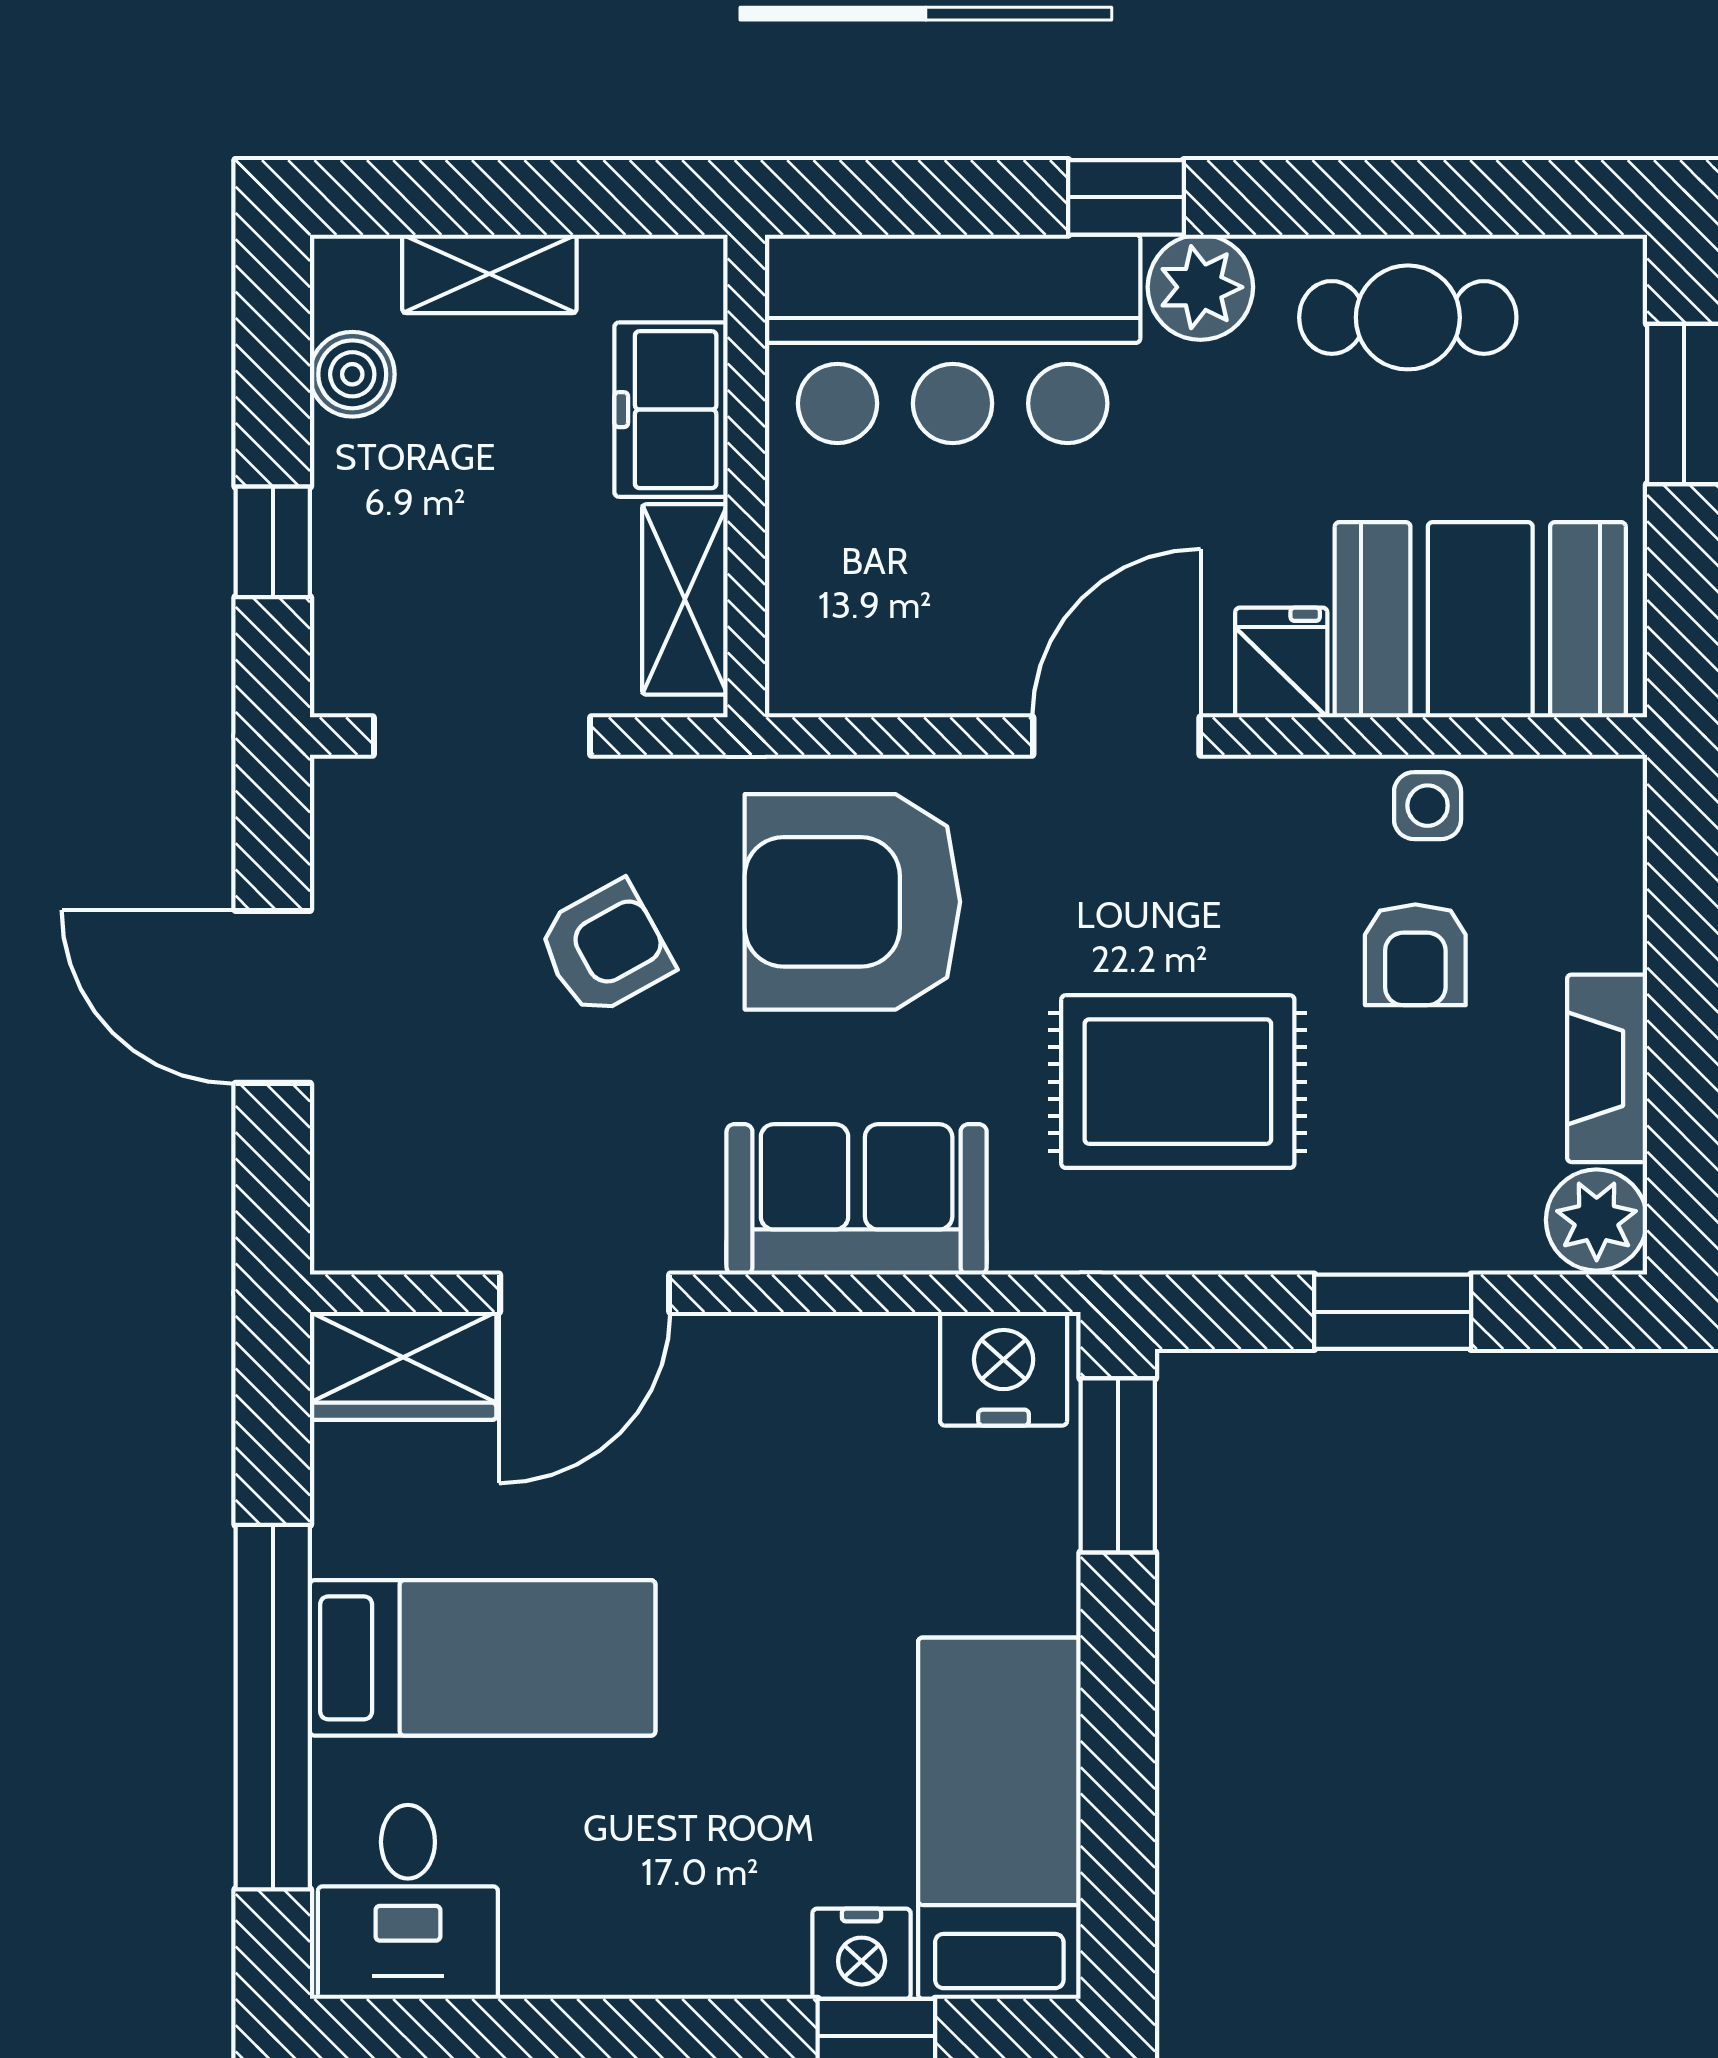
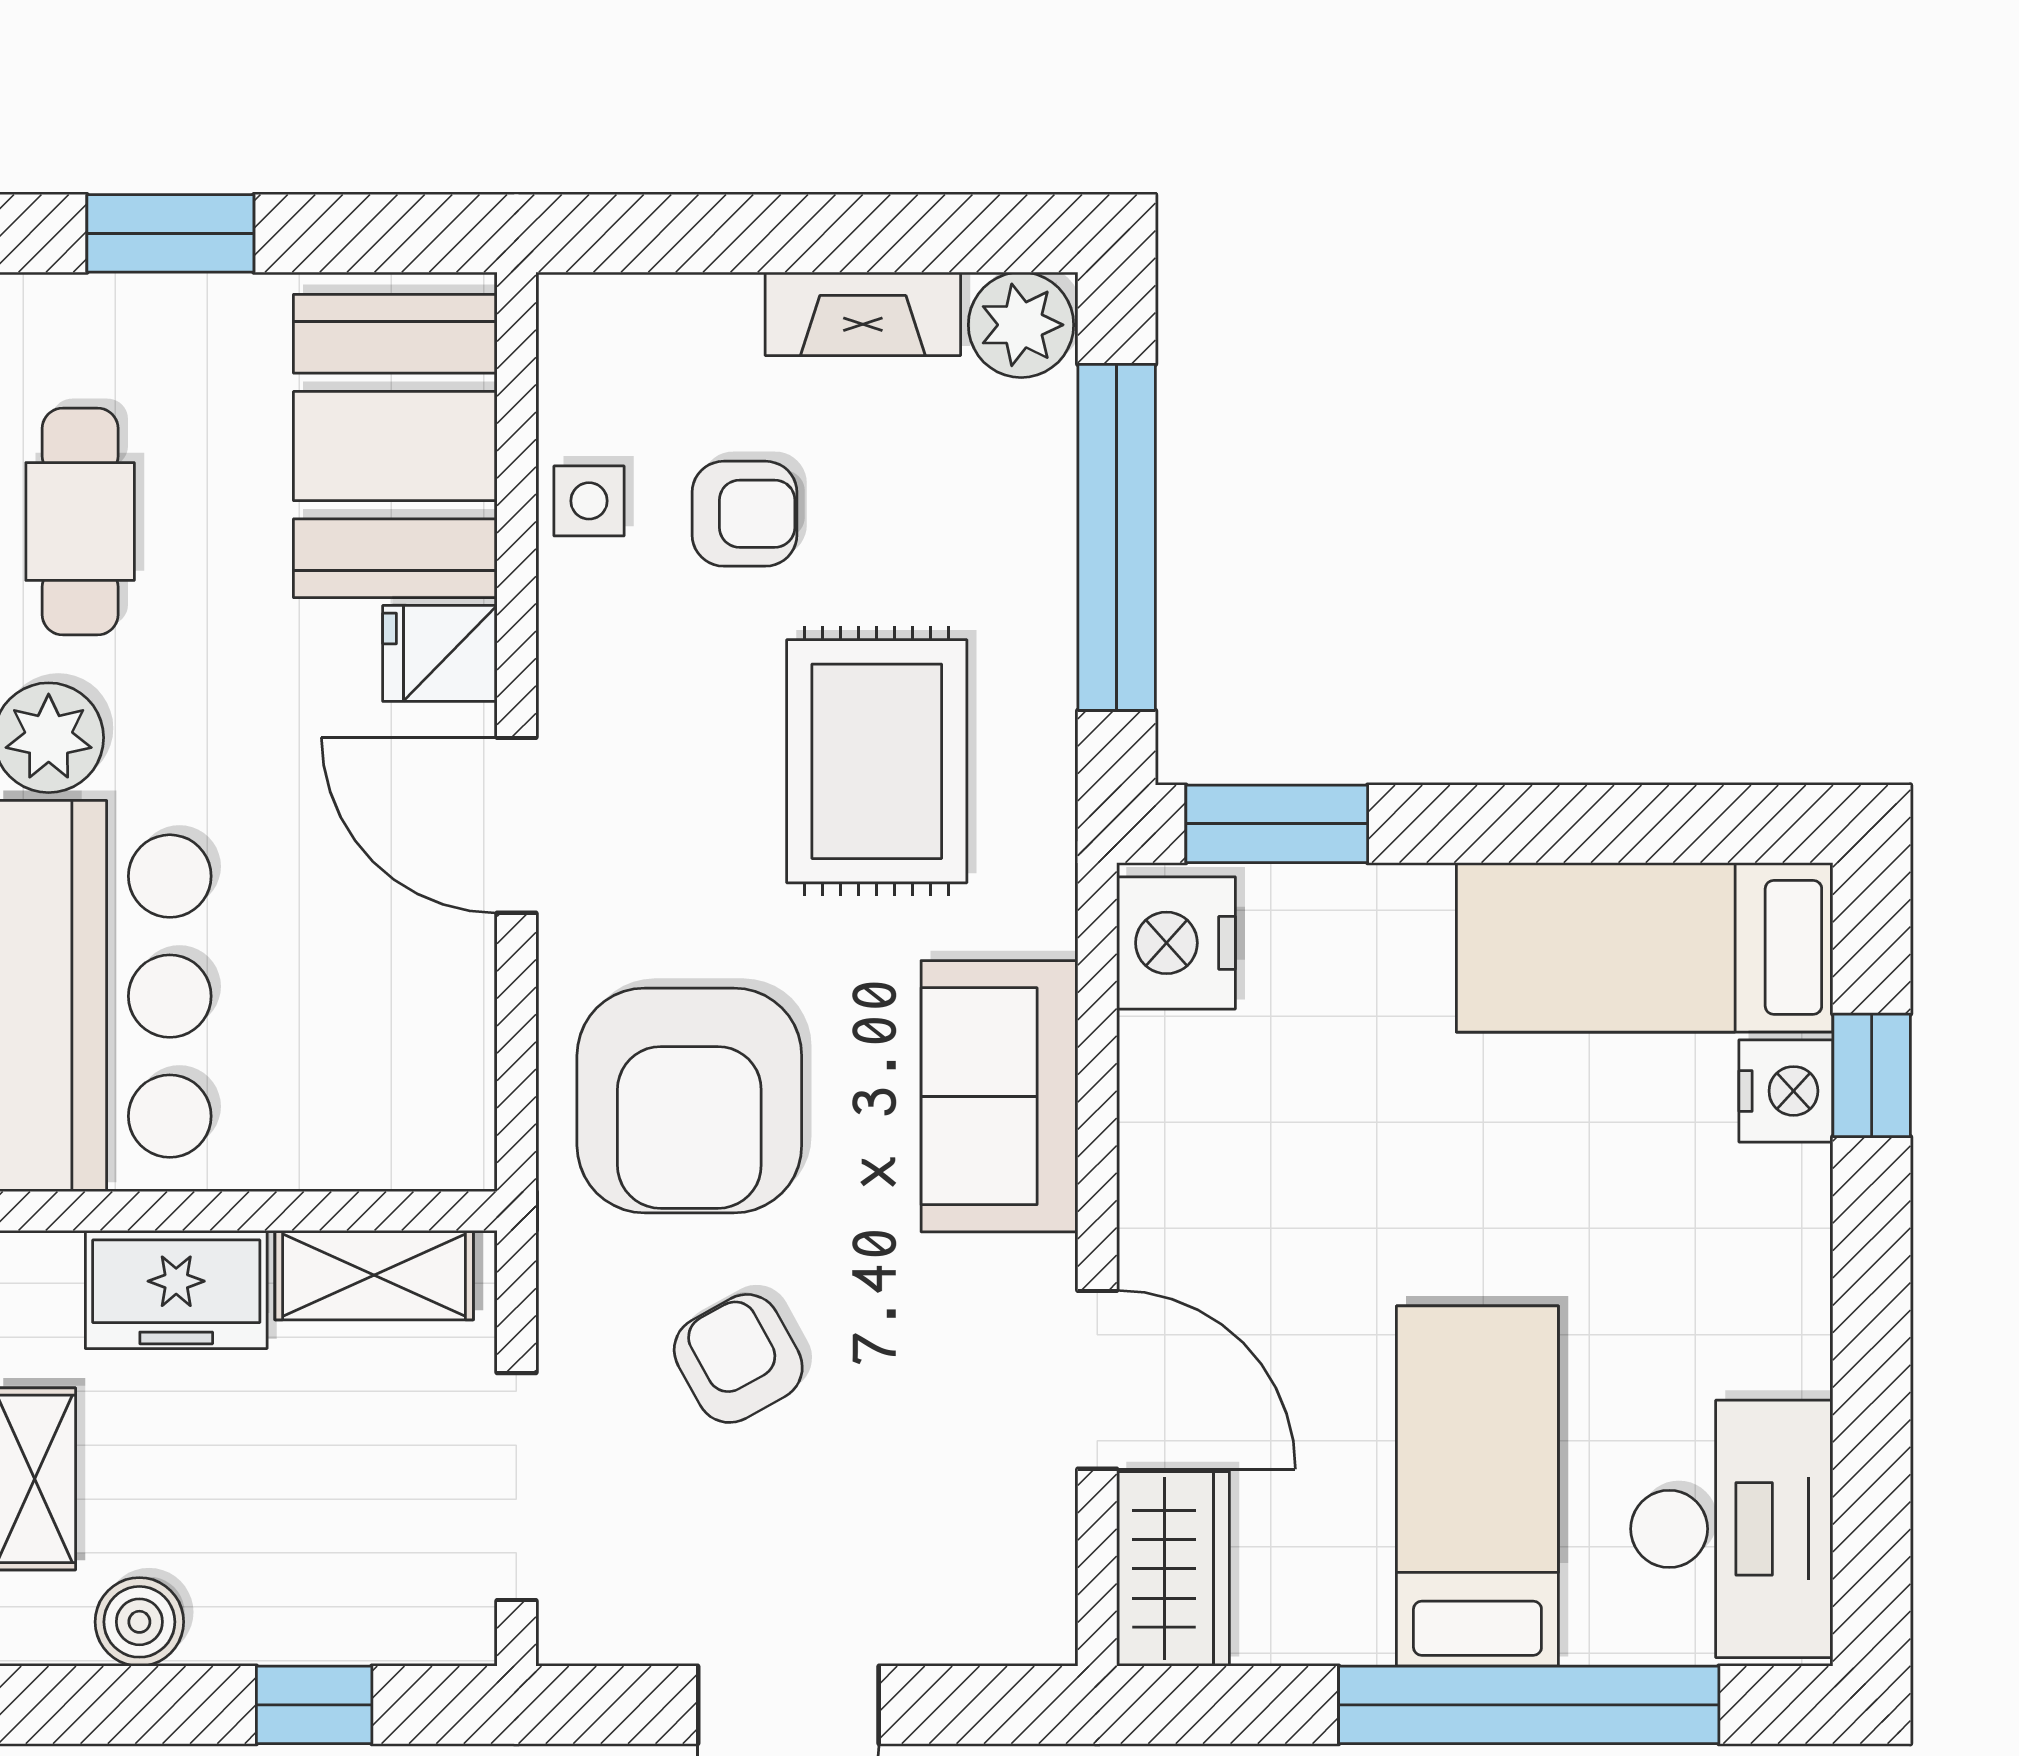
window: (1393, 1312) -> (1117, 537), width x2.11
desk: (408, 1902) -> (1732, 1529), width x1.37

